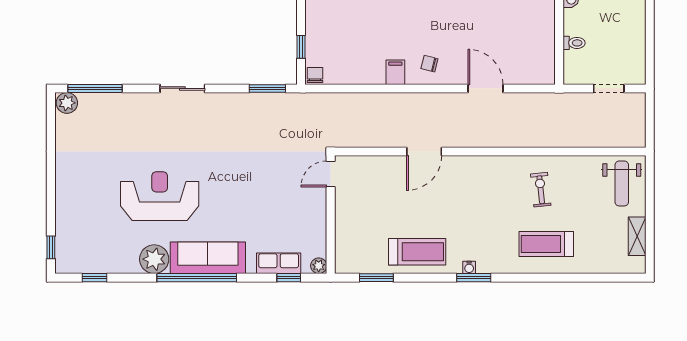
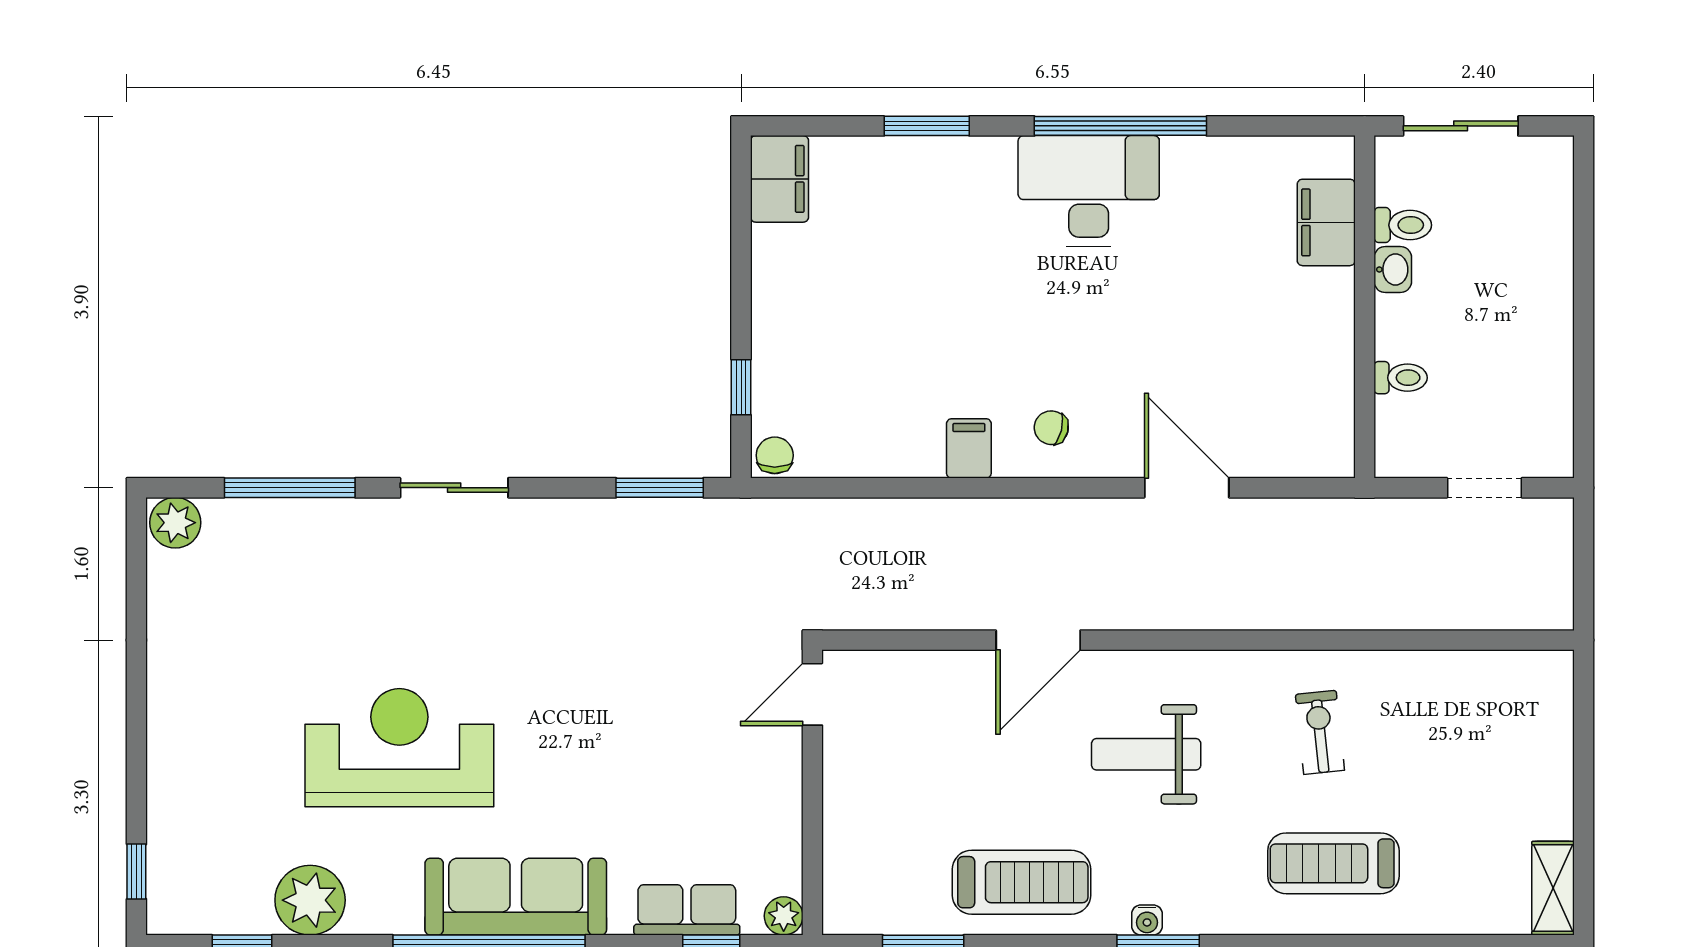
window: (95, 88) -> (290, 488), moved
weight bench: (622, 183) -> (1146, 754), moved, turned 90
shelving: (637, 236) -> (1553, 888), moved
plant: (154, 259) -> (310, 900), moved

